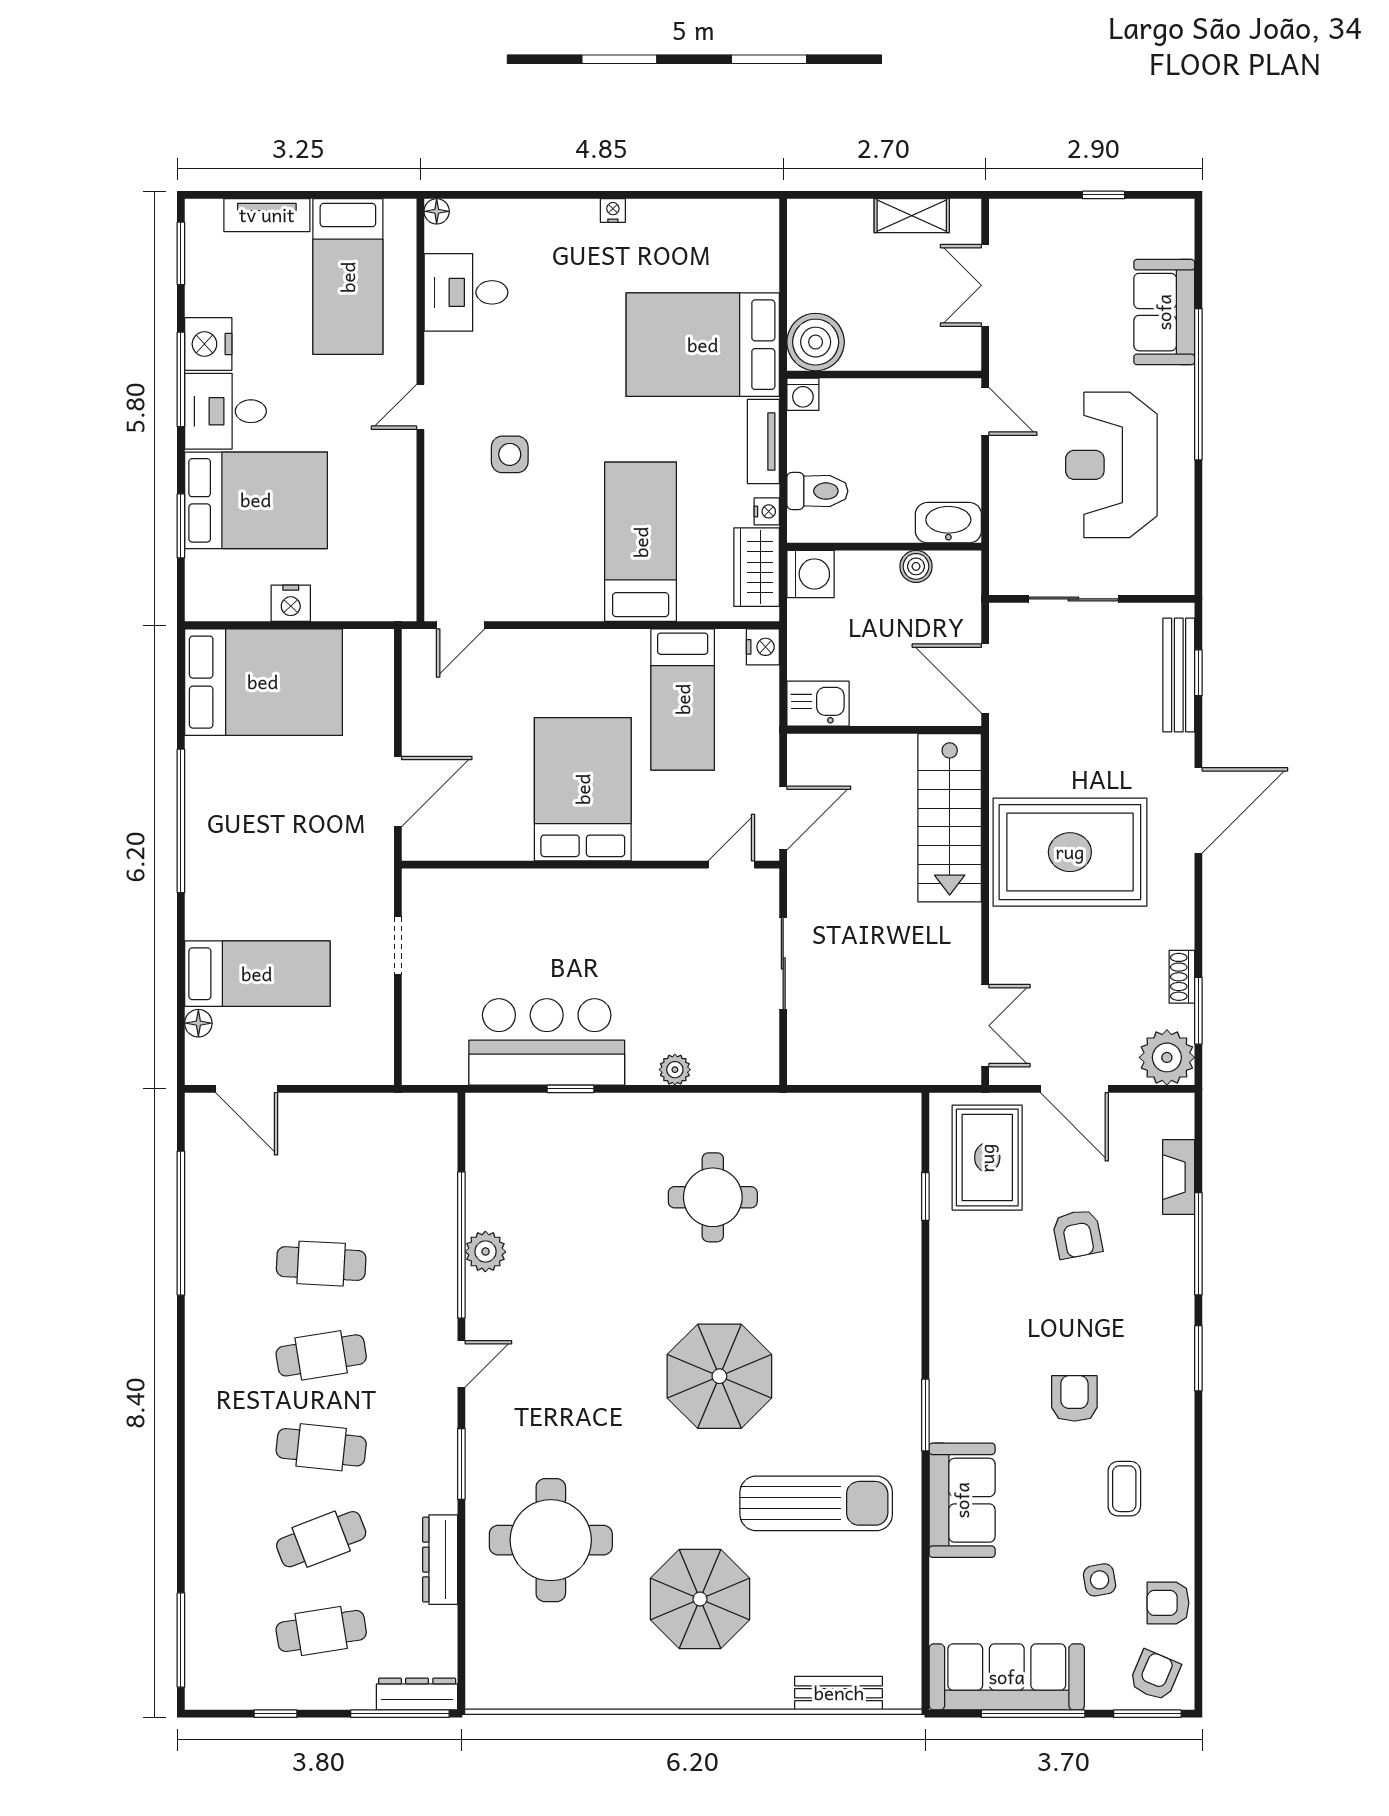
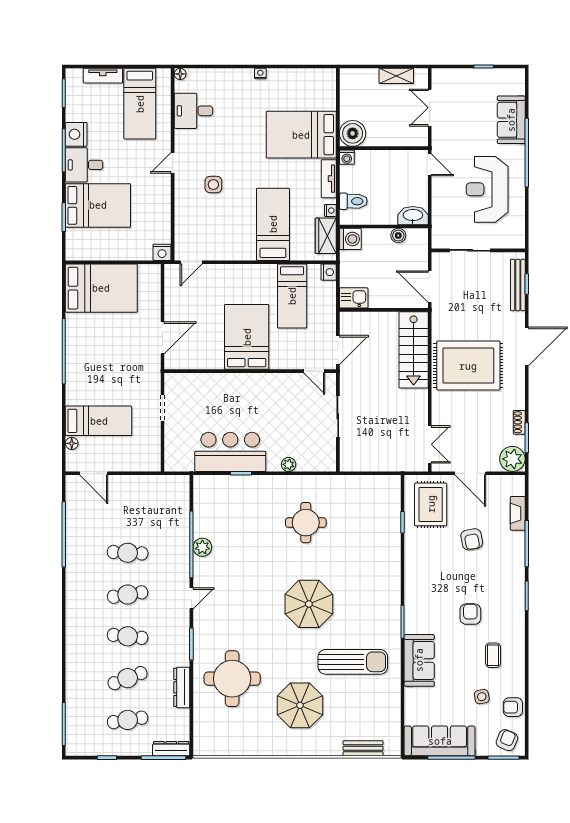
nightstand: (291, 603) -> (162, 252), moved
door: (731, 865) -> (314, 371), swing flipped

